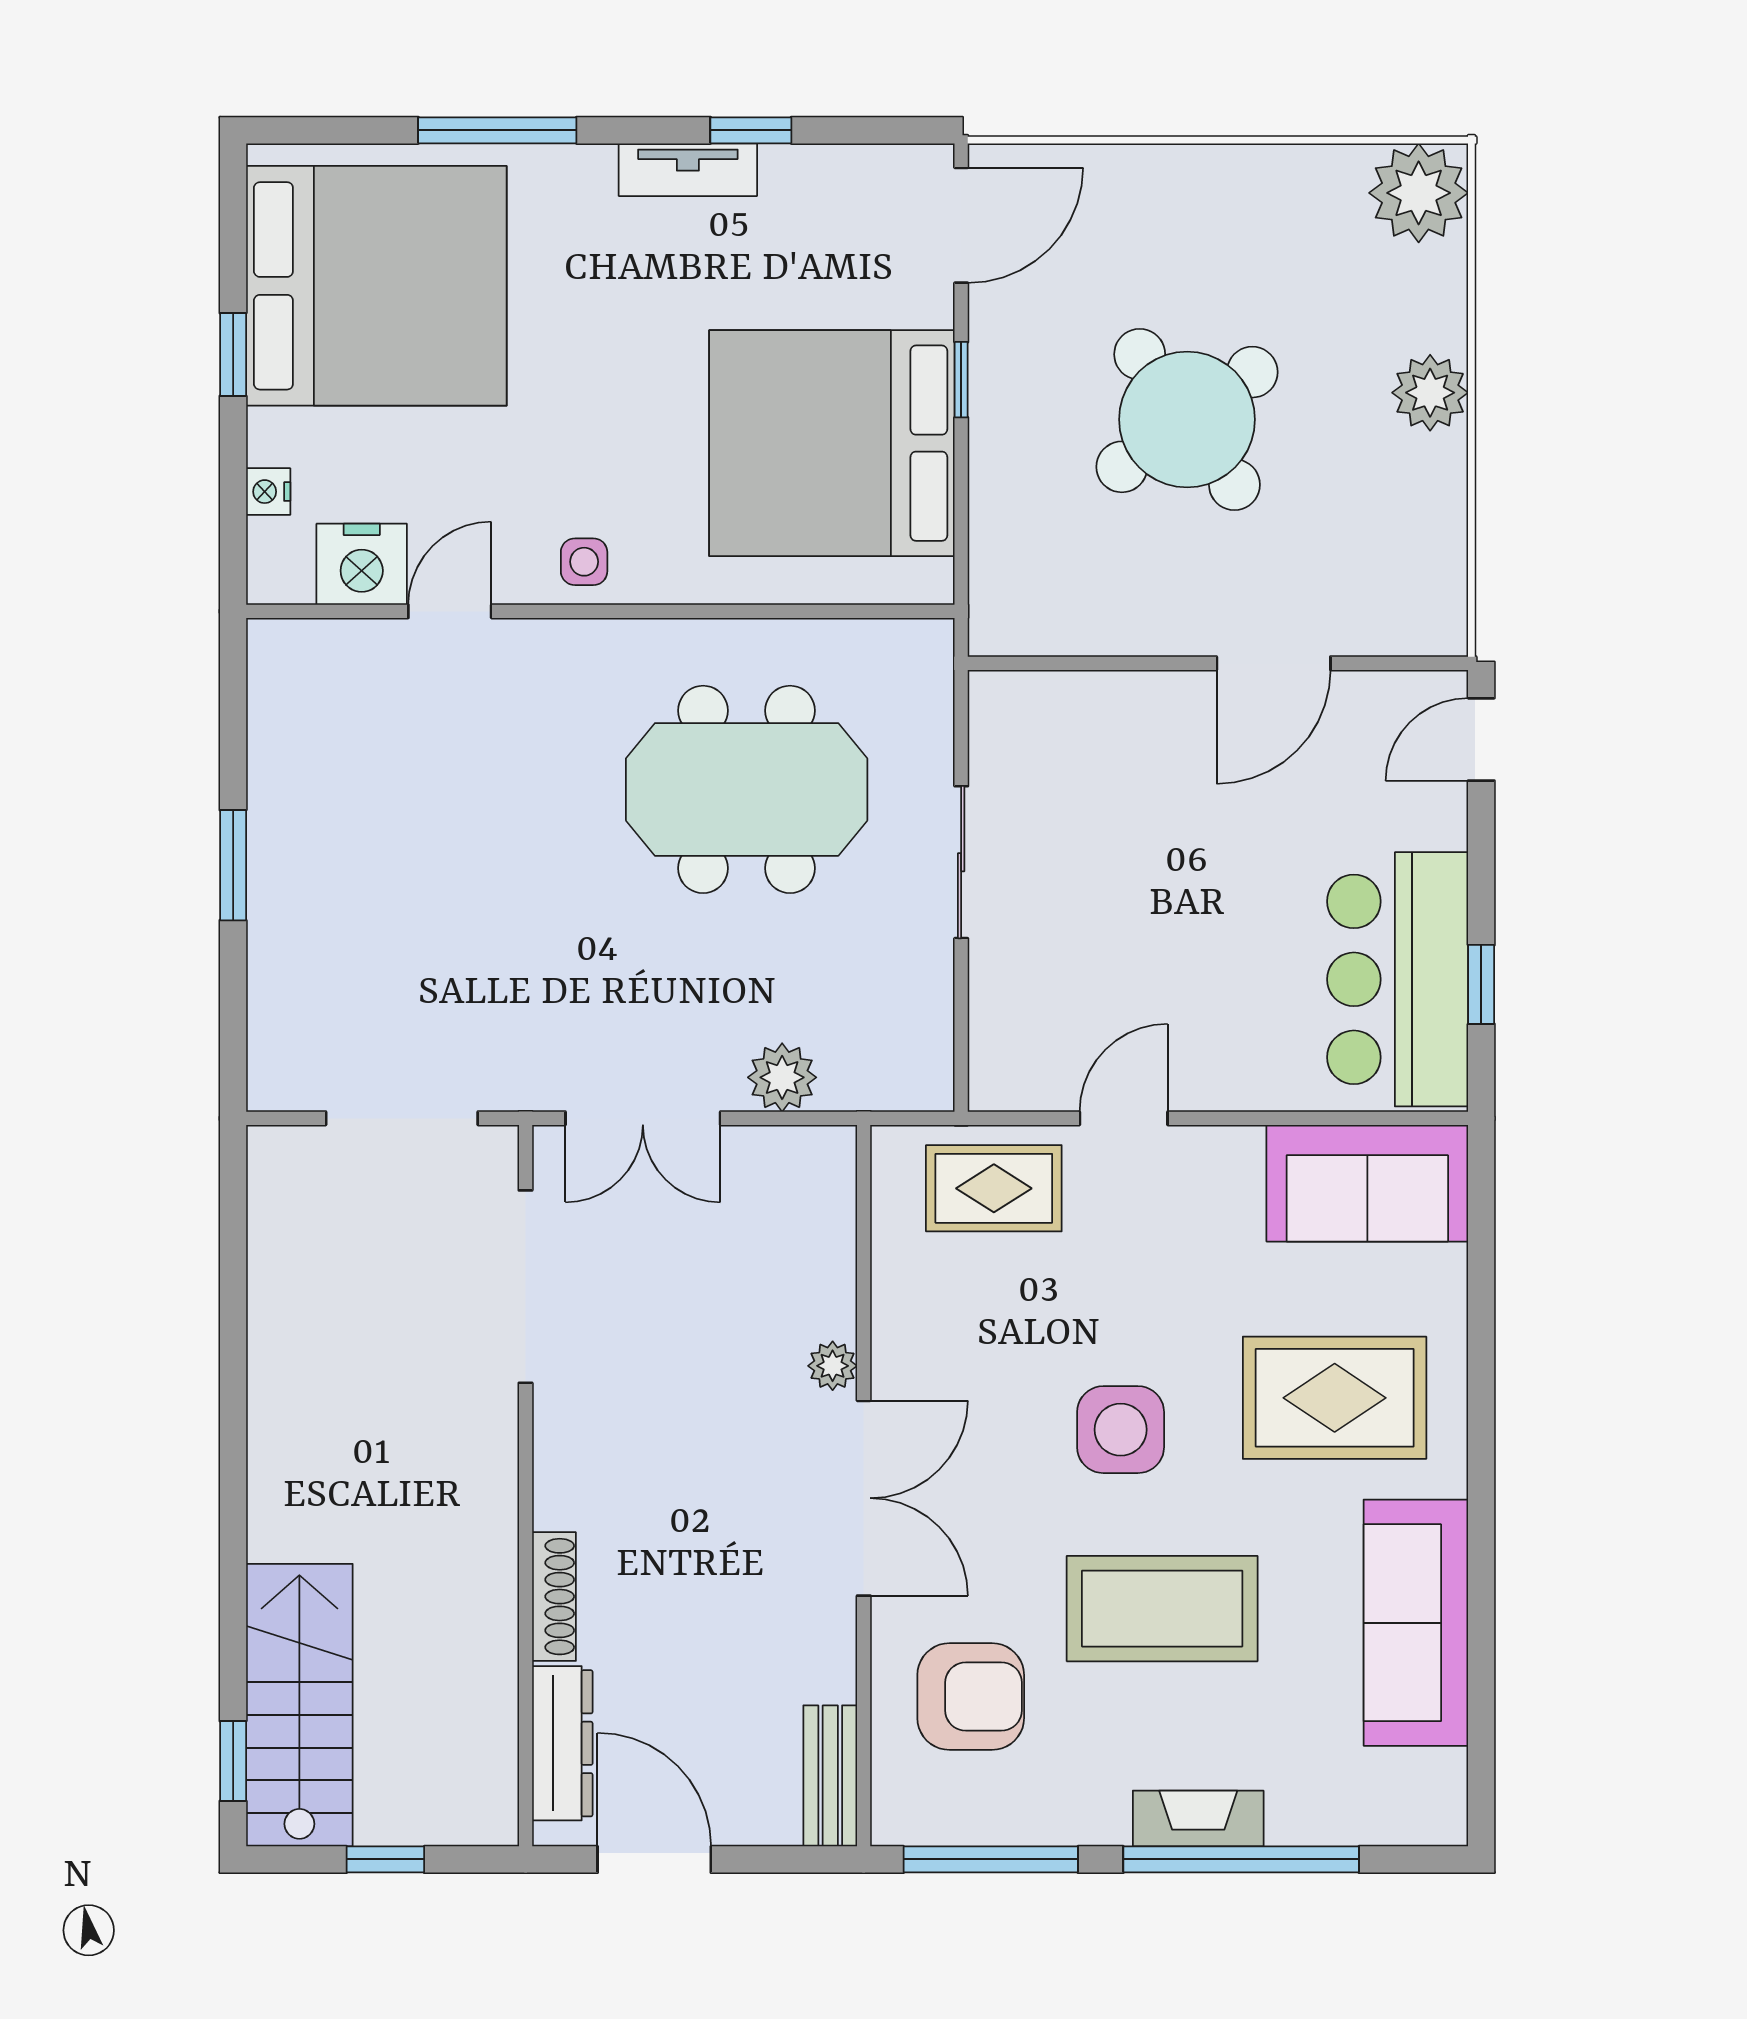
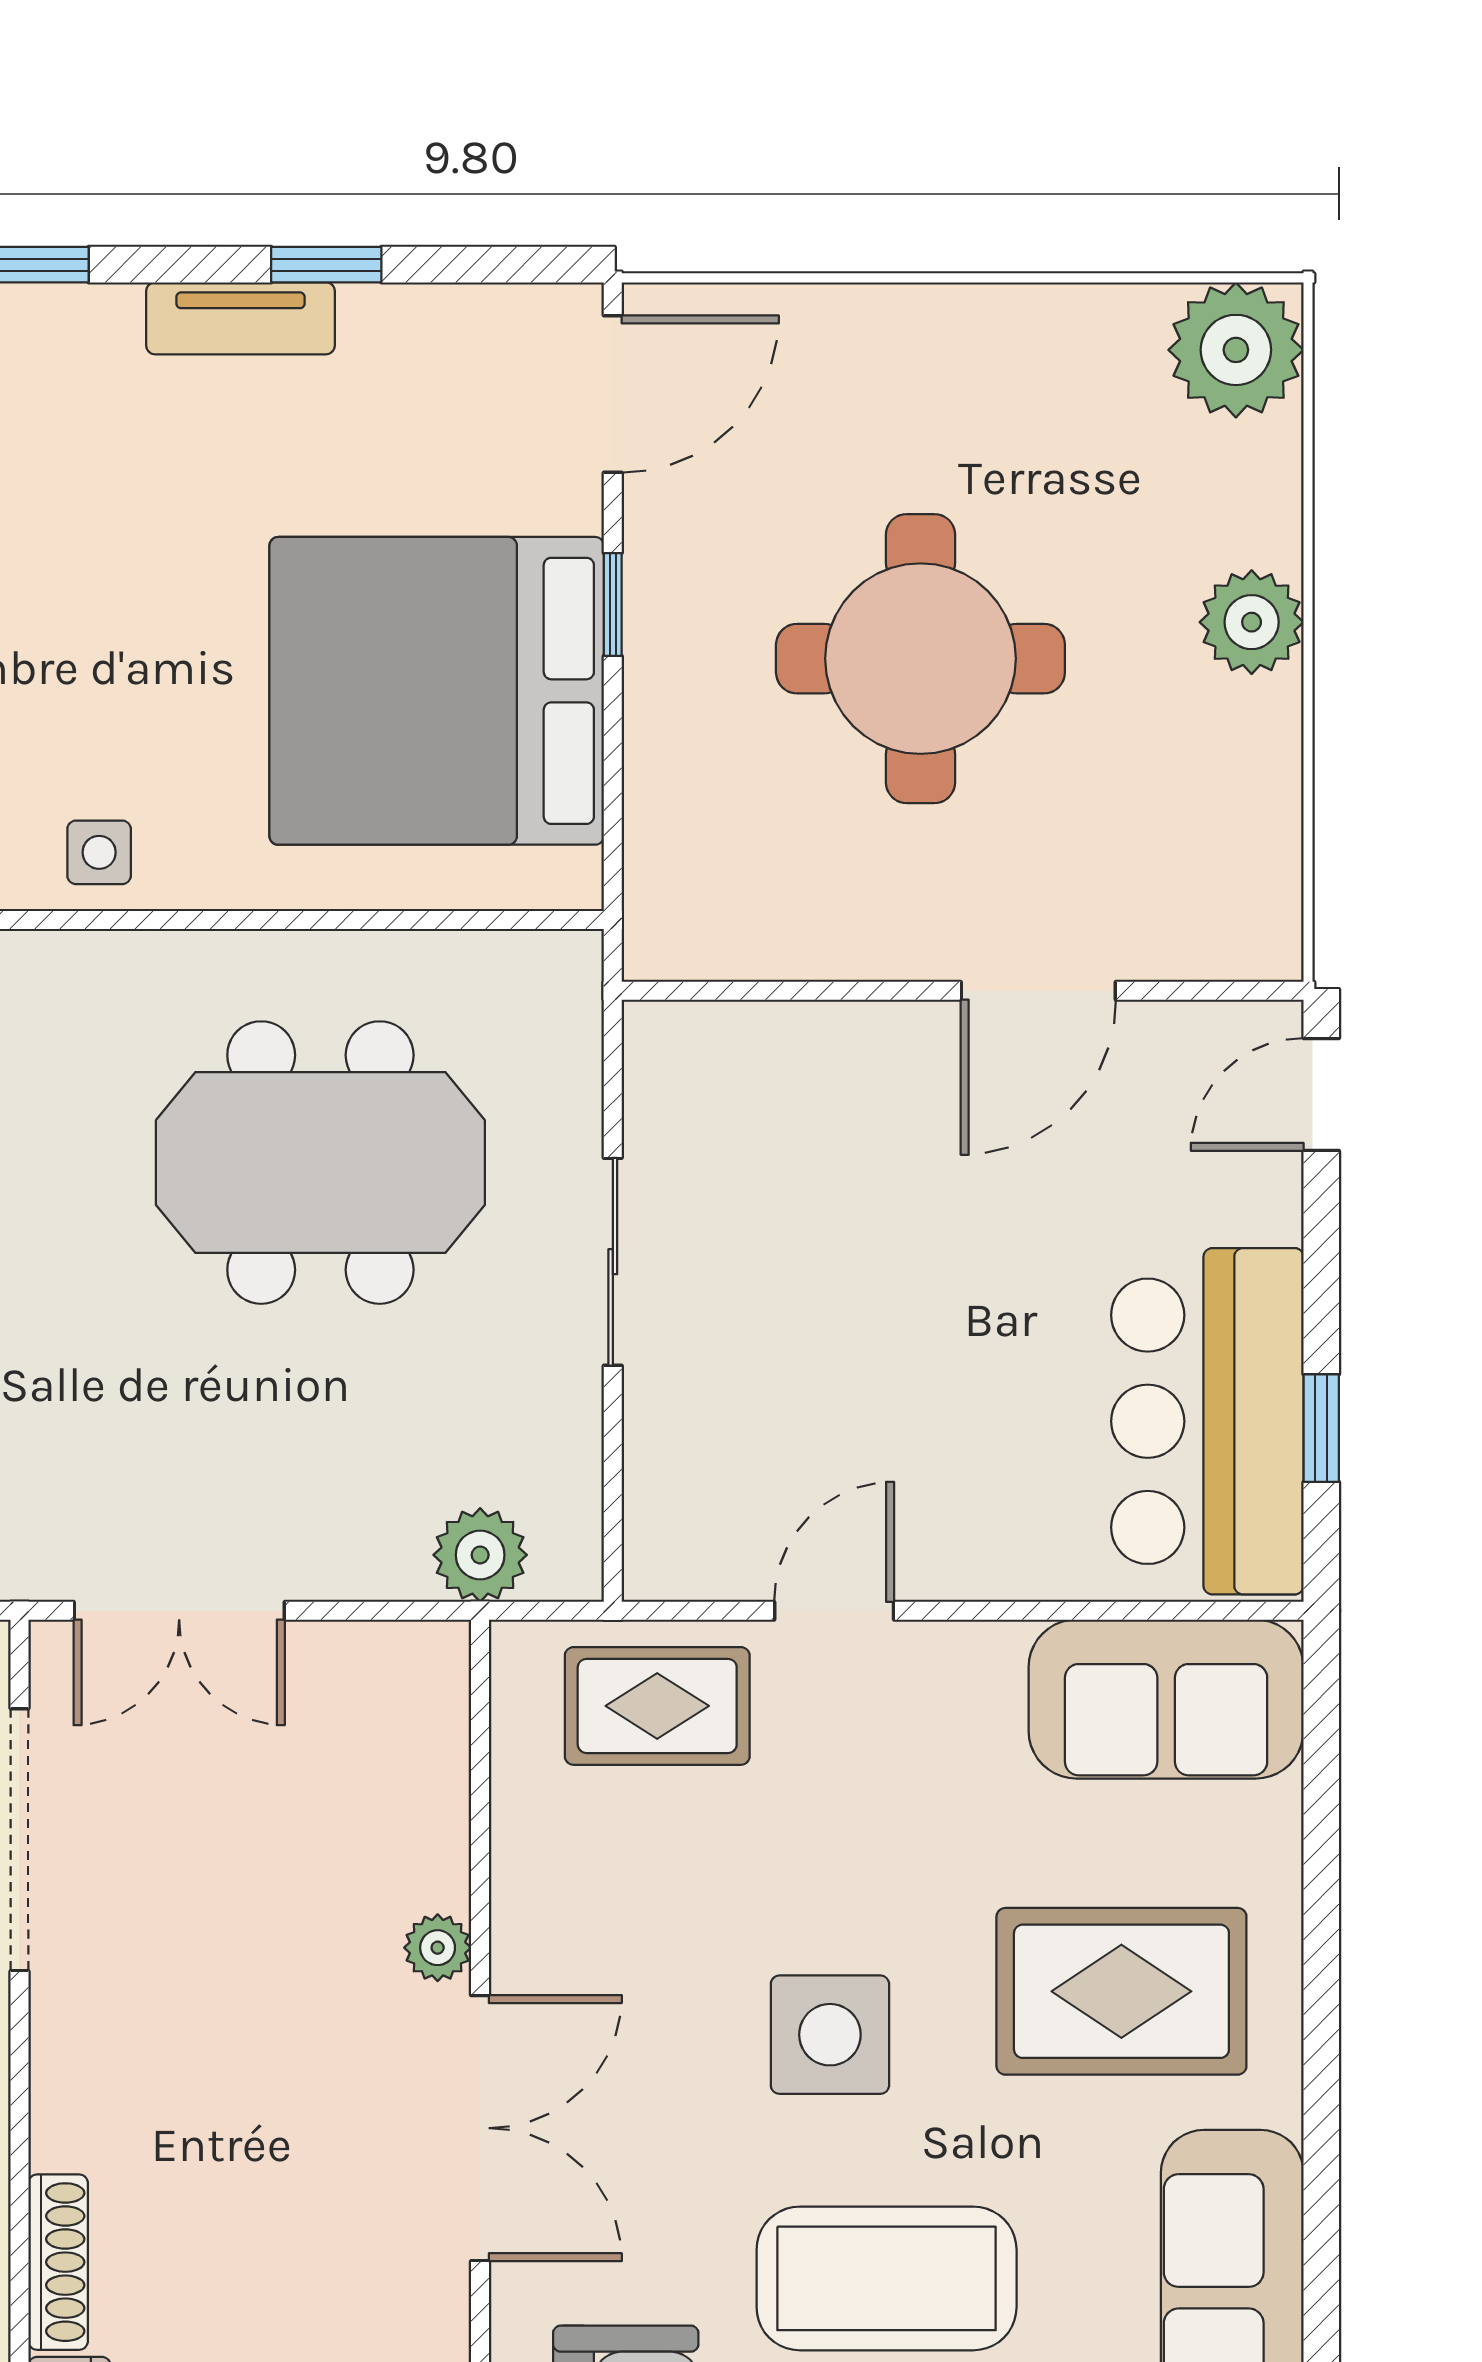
round table: (1187, 419) -> (920, 659), turned 36
plant: (782, 1077) -> (480, 1555), moved

